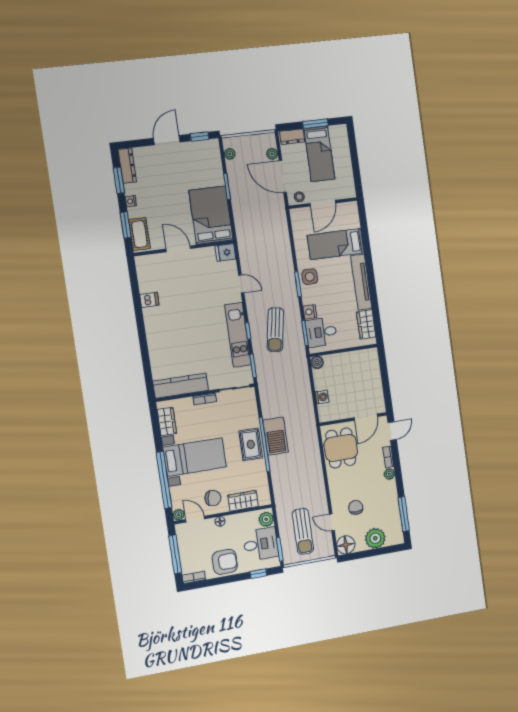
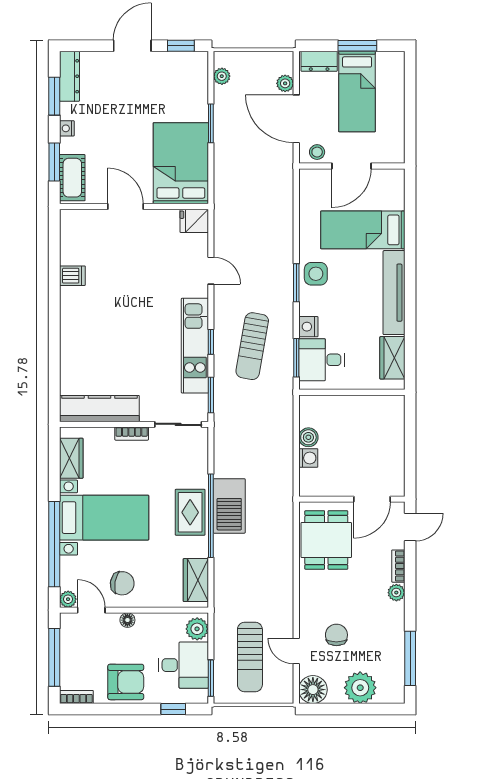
boiler: (317, 362) -> (308, 437), moved
wardrobe: (243, 501) -> (196, 580), moved, turned -90

